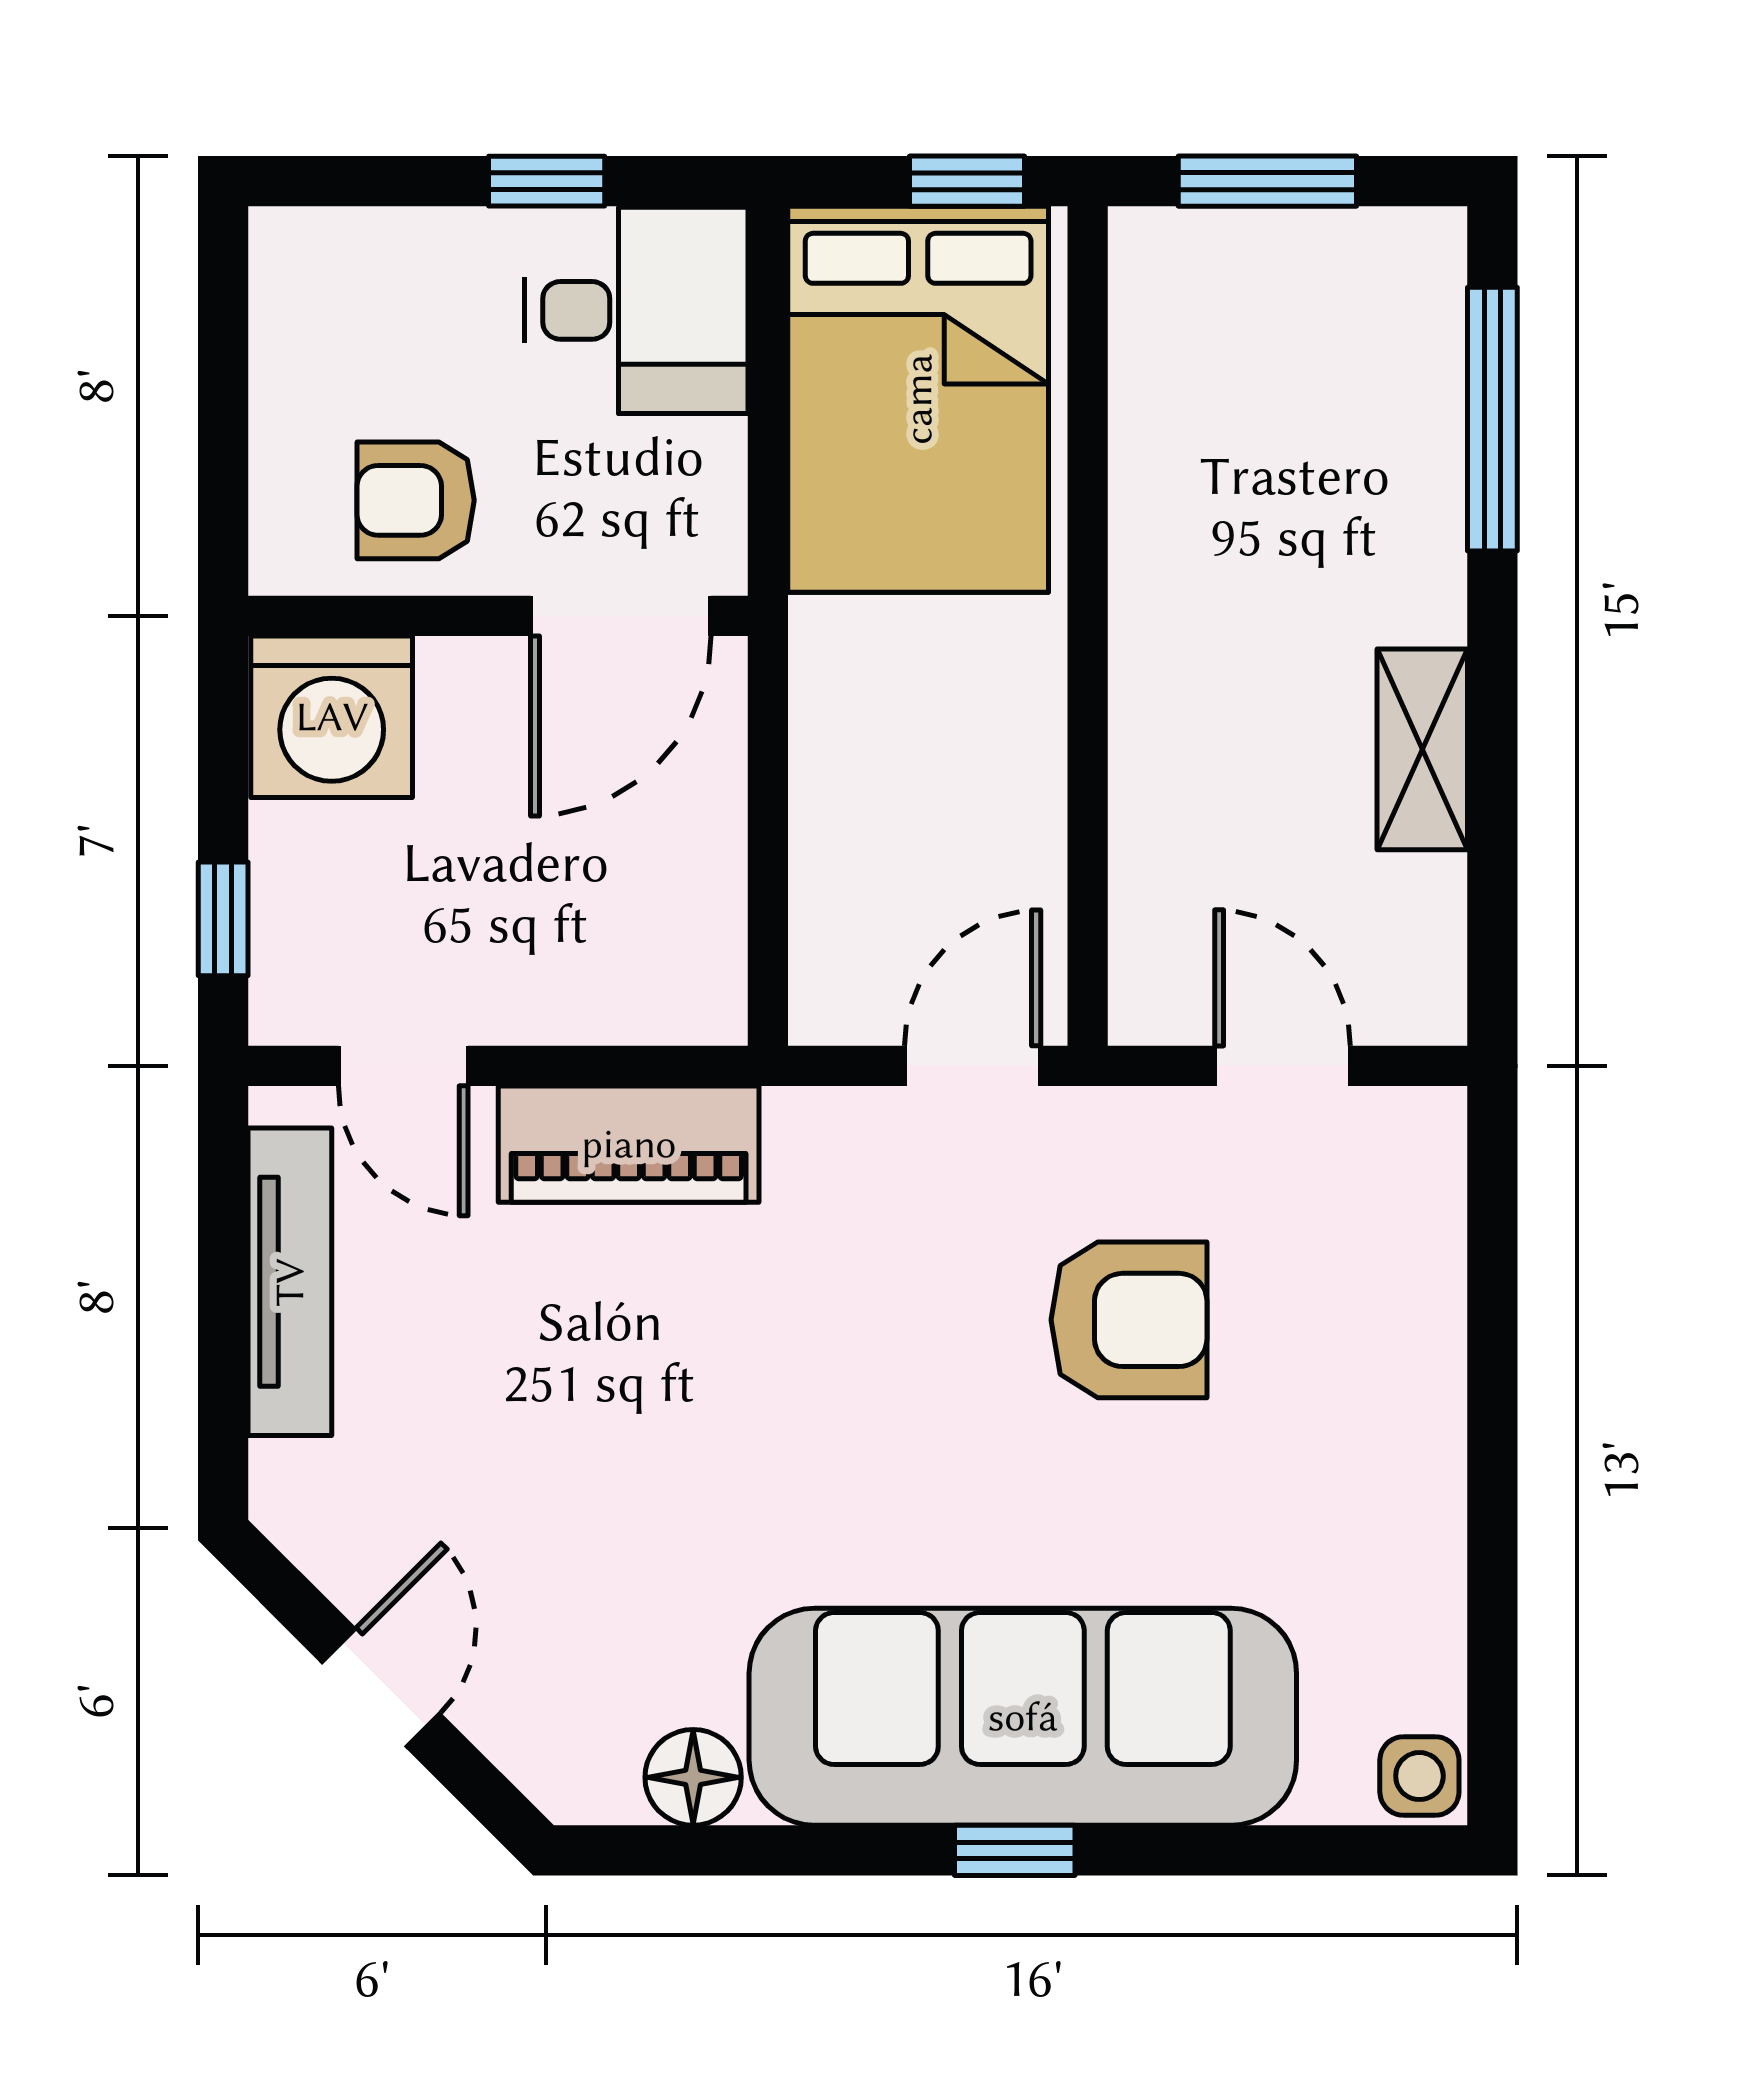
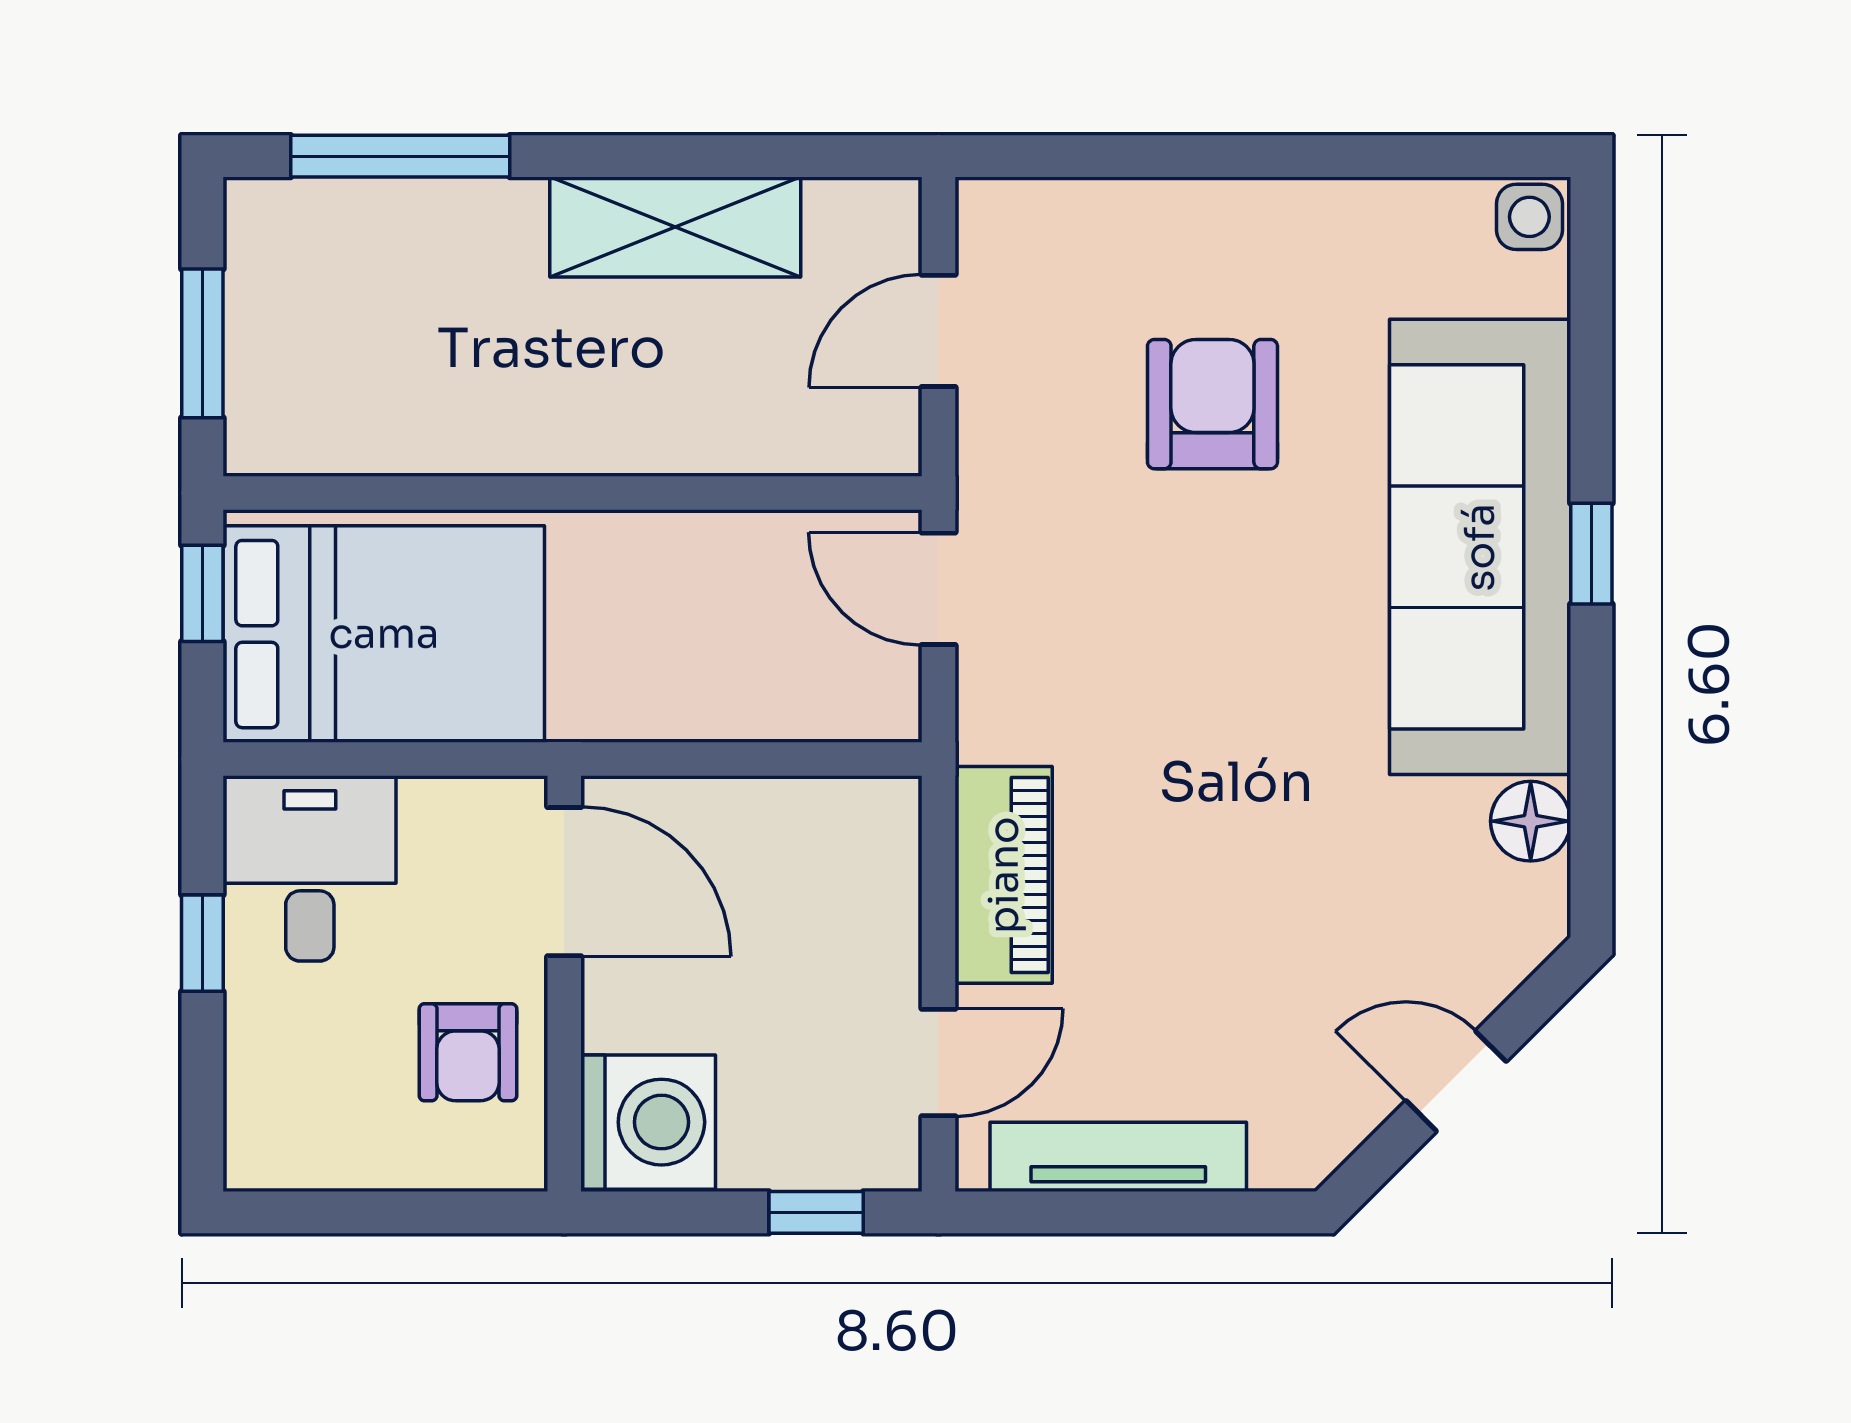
shelving: (1422, 749) -> (675, 227), width x1.50, depth x1.33
armchair: (1129, 1320) -> (1212, 404), moved

